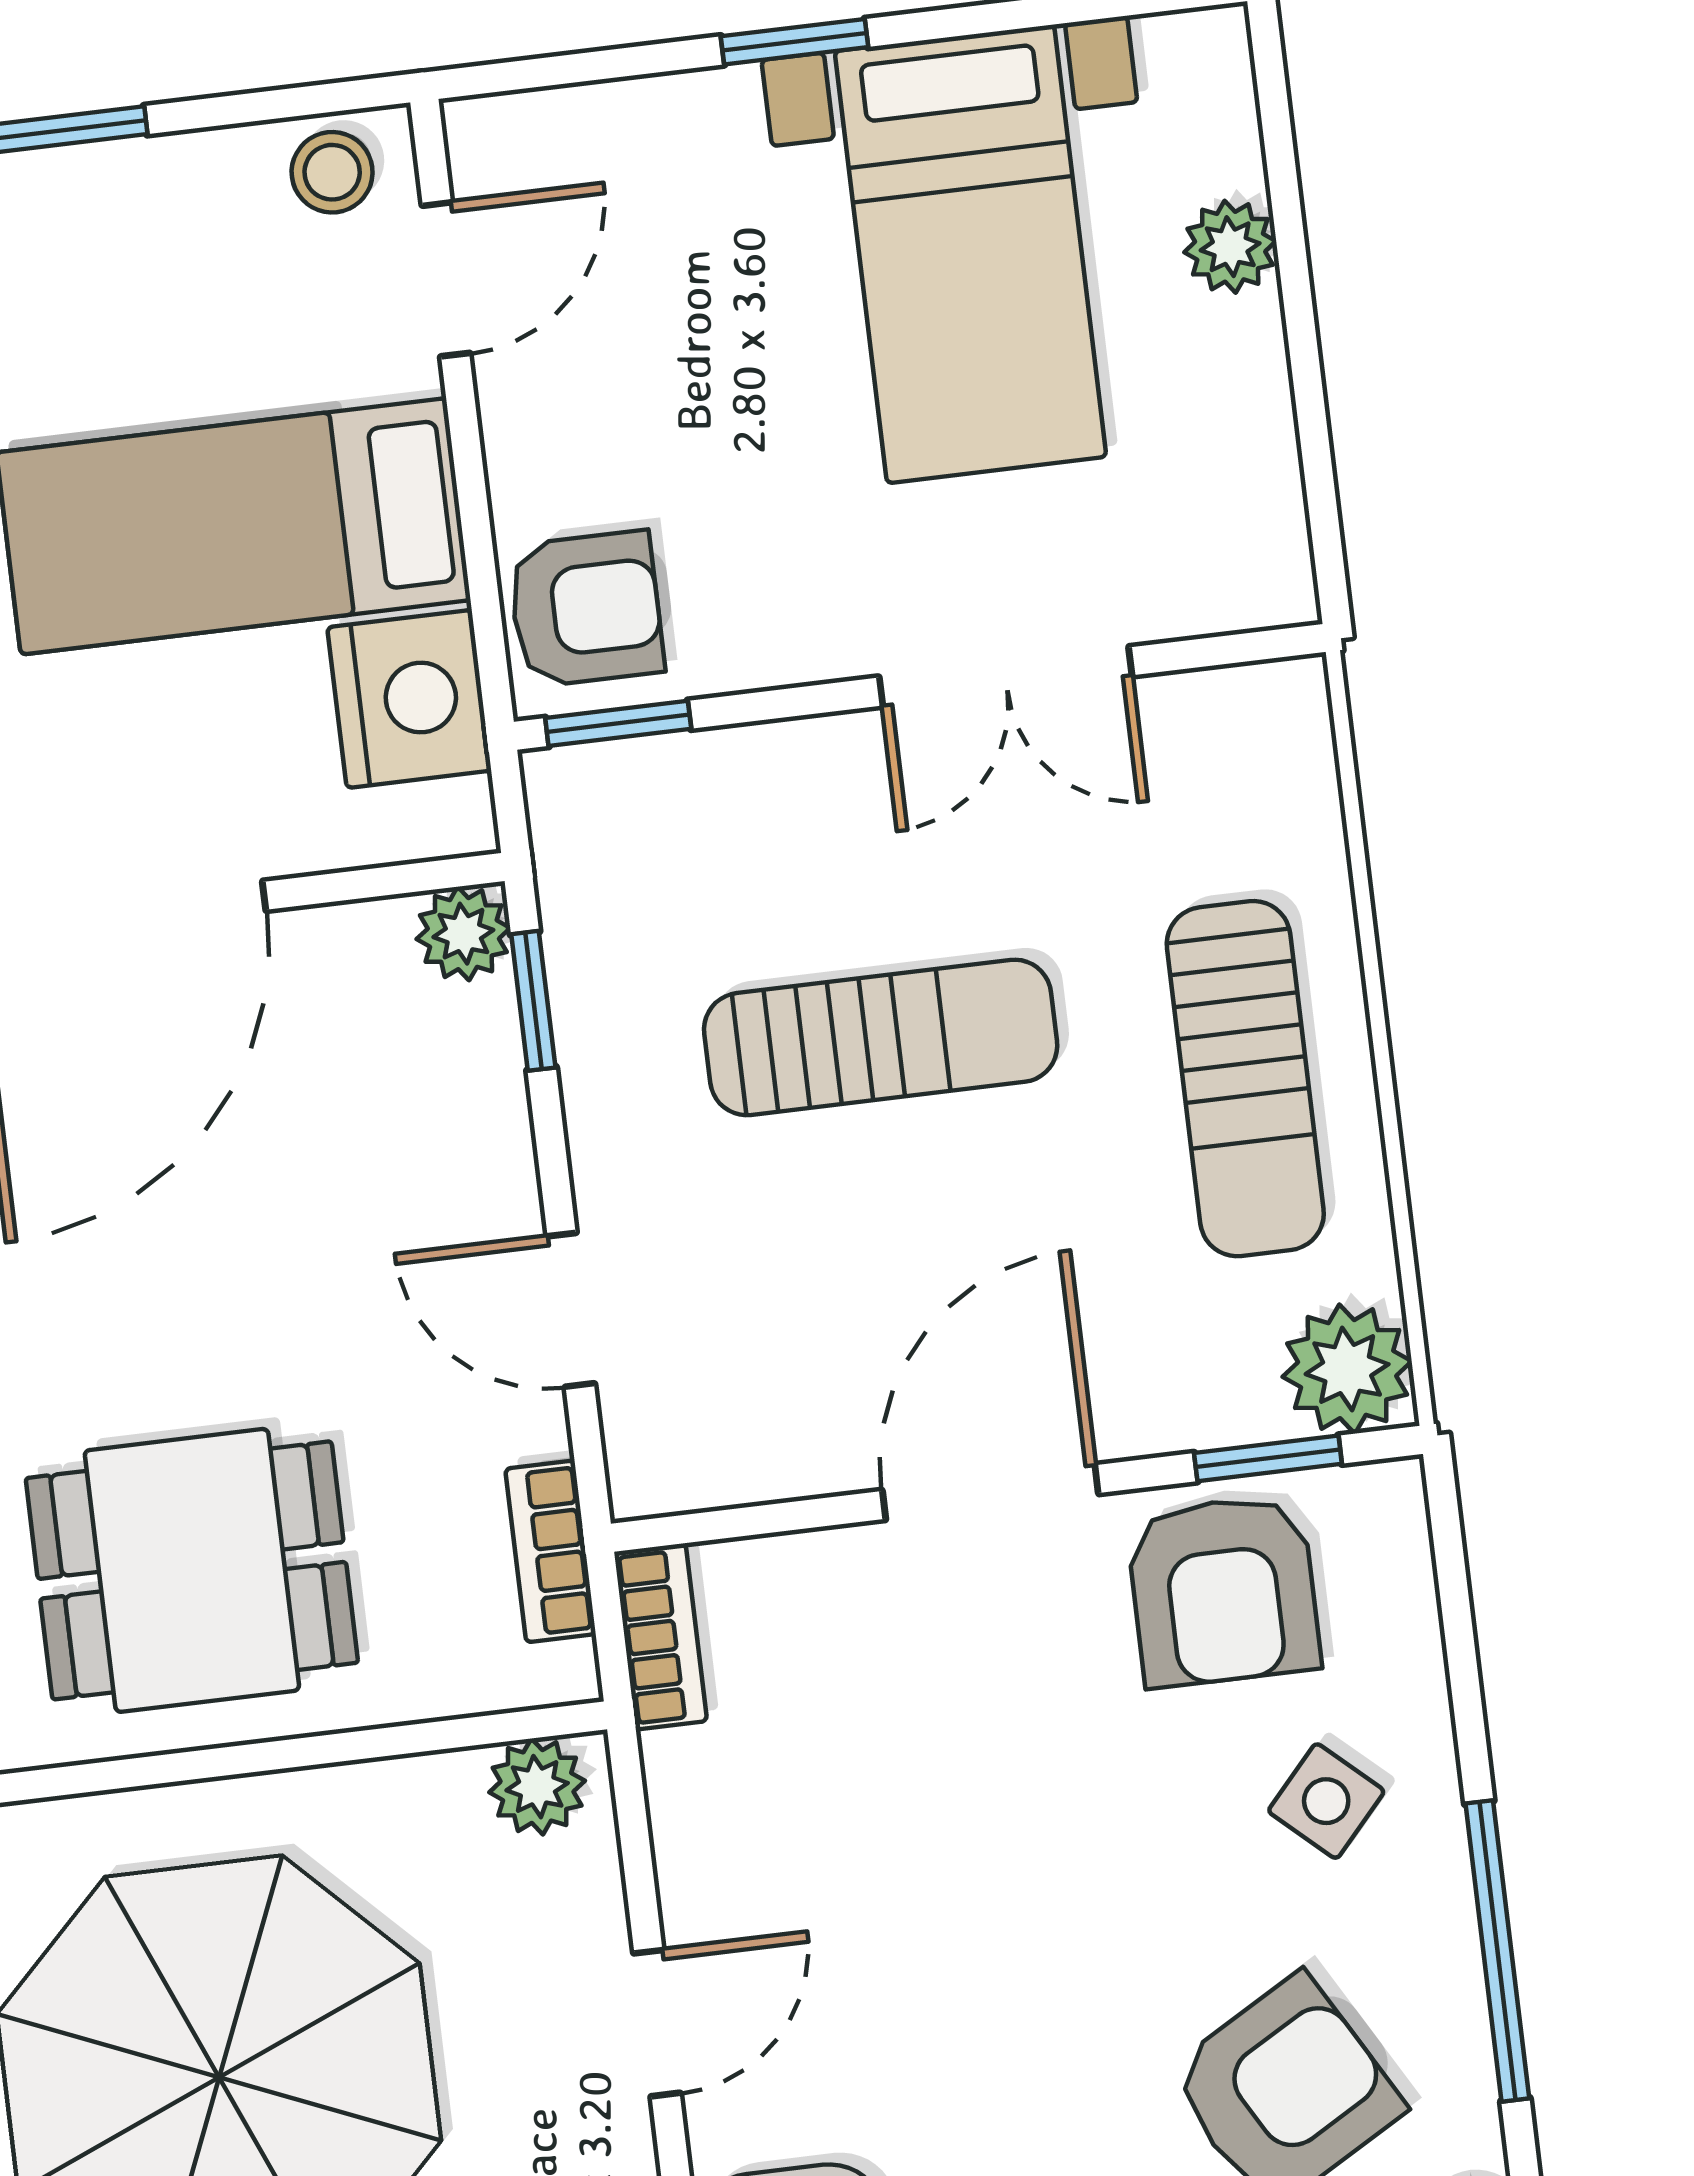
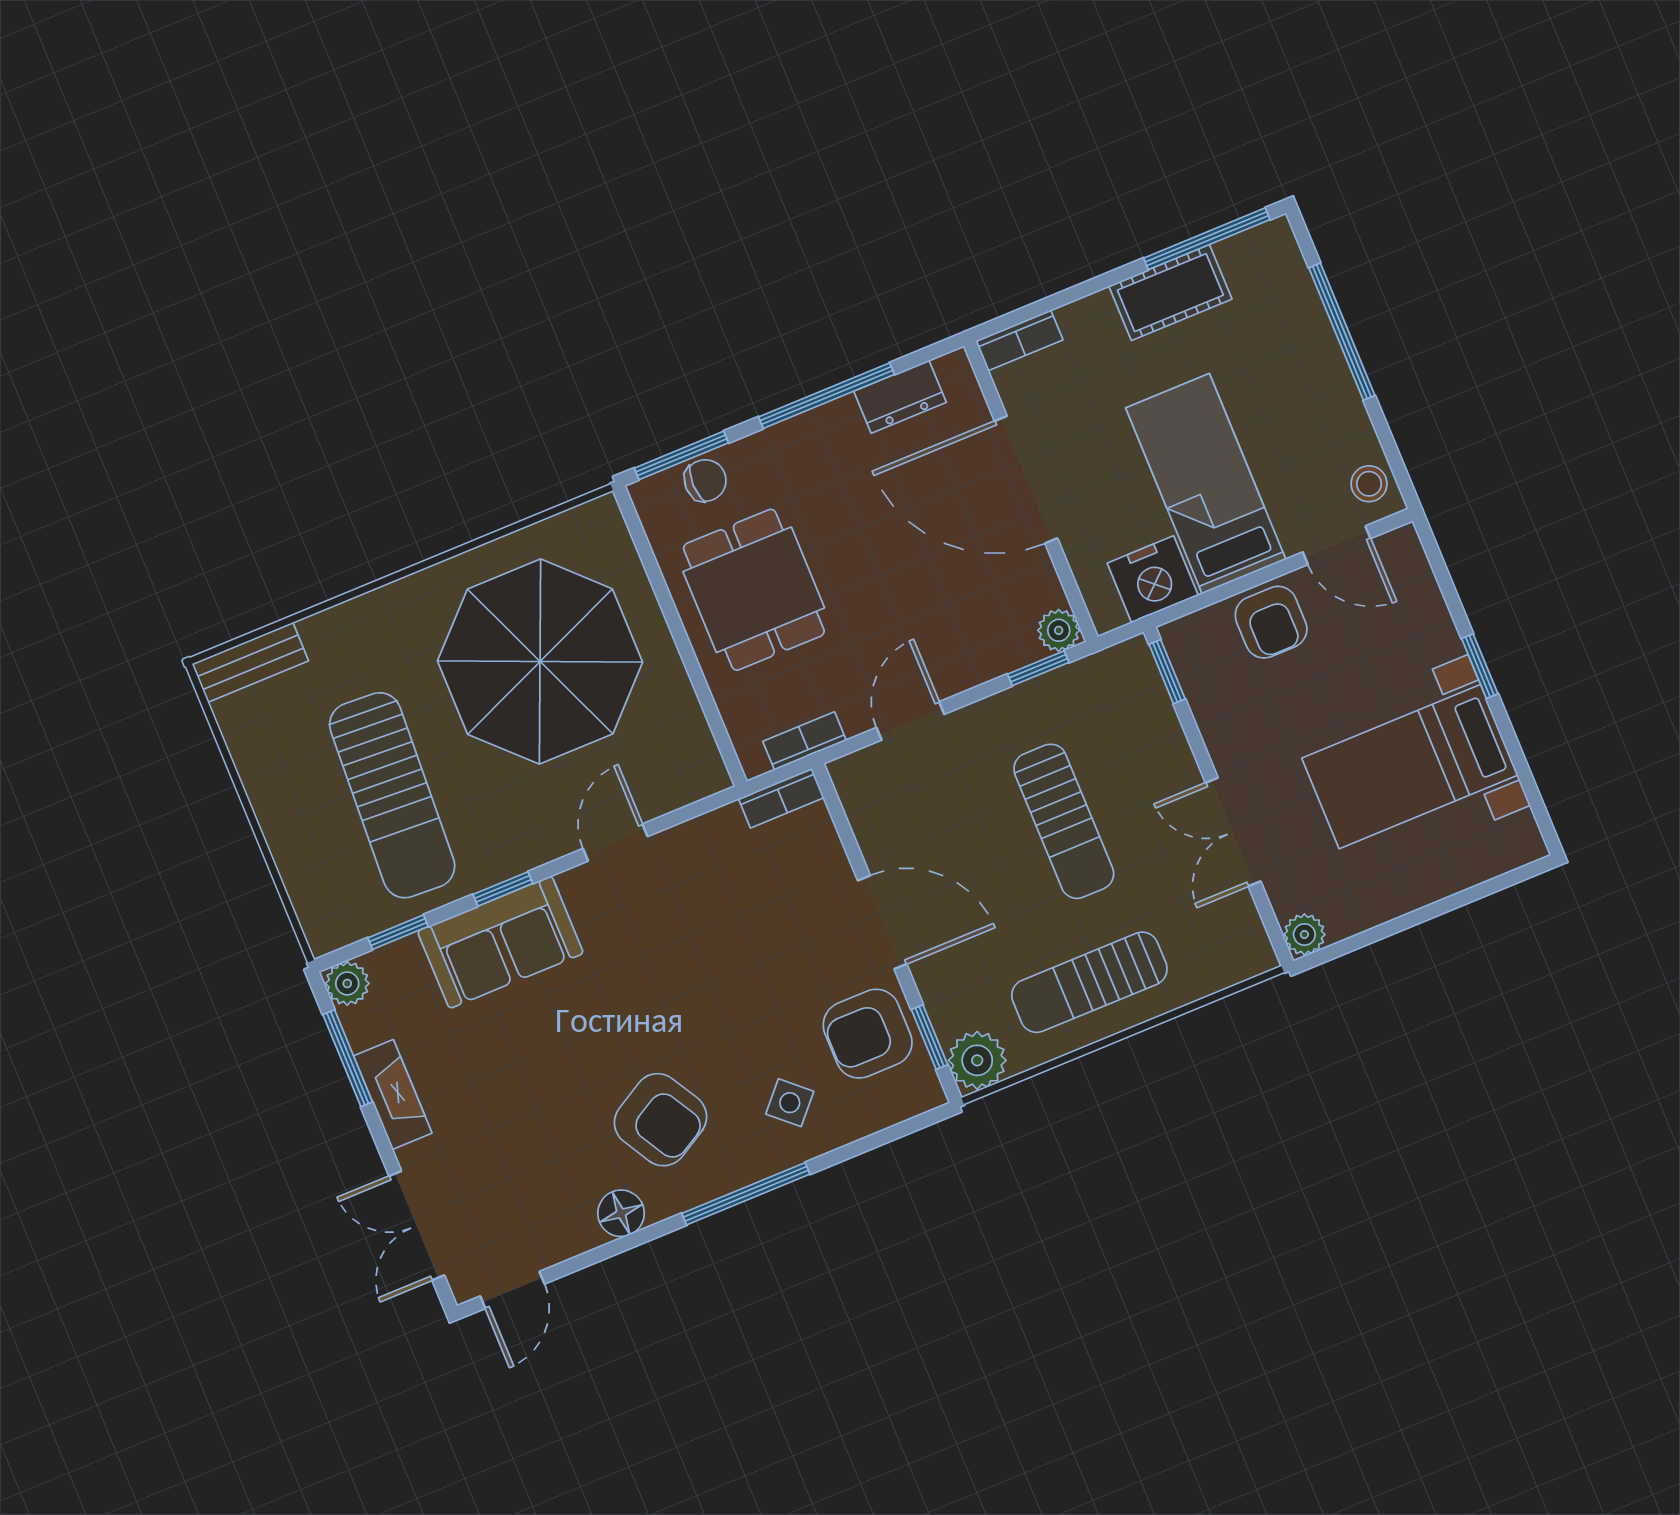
plant: (1230, 247) -> (1304, 934), moved
armchair: (586, 609) -> (1271, 622), moved
plant: (537, 1787) -> (702, 763), removed
door: (657, 2023) -> (615, 843), swing flipped

